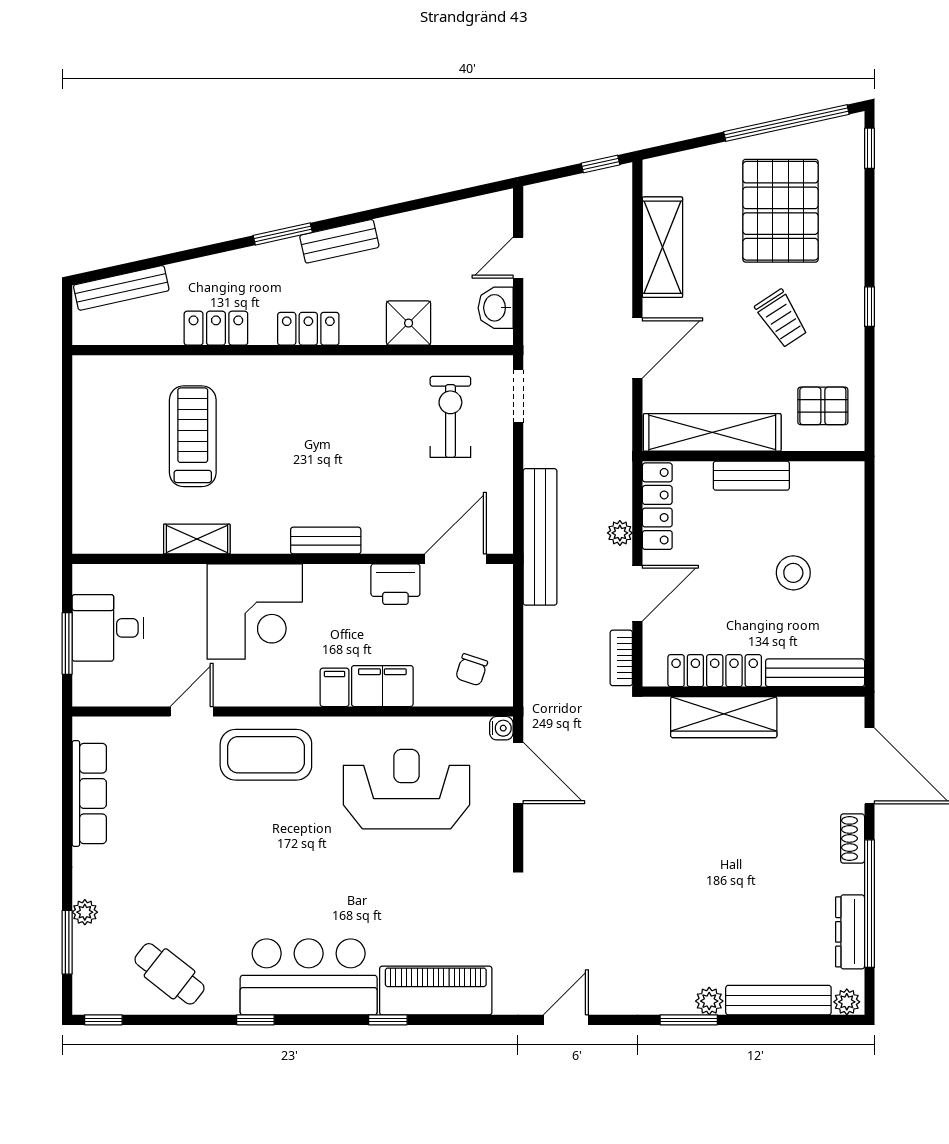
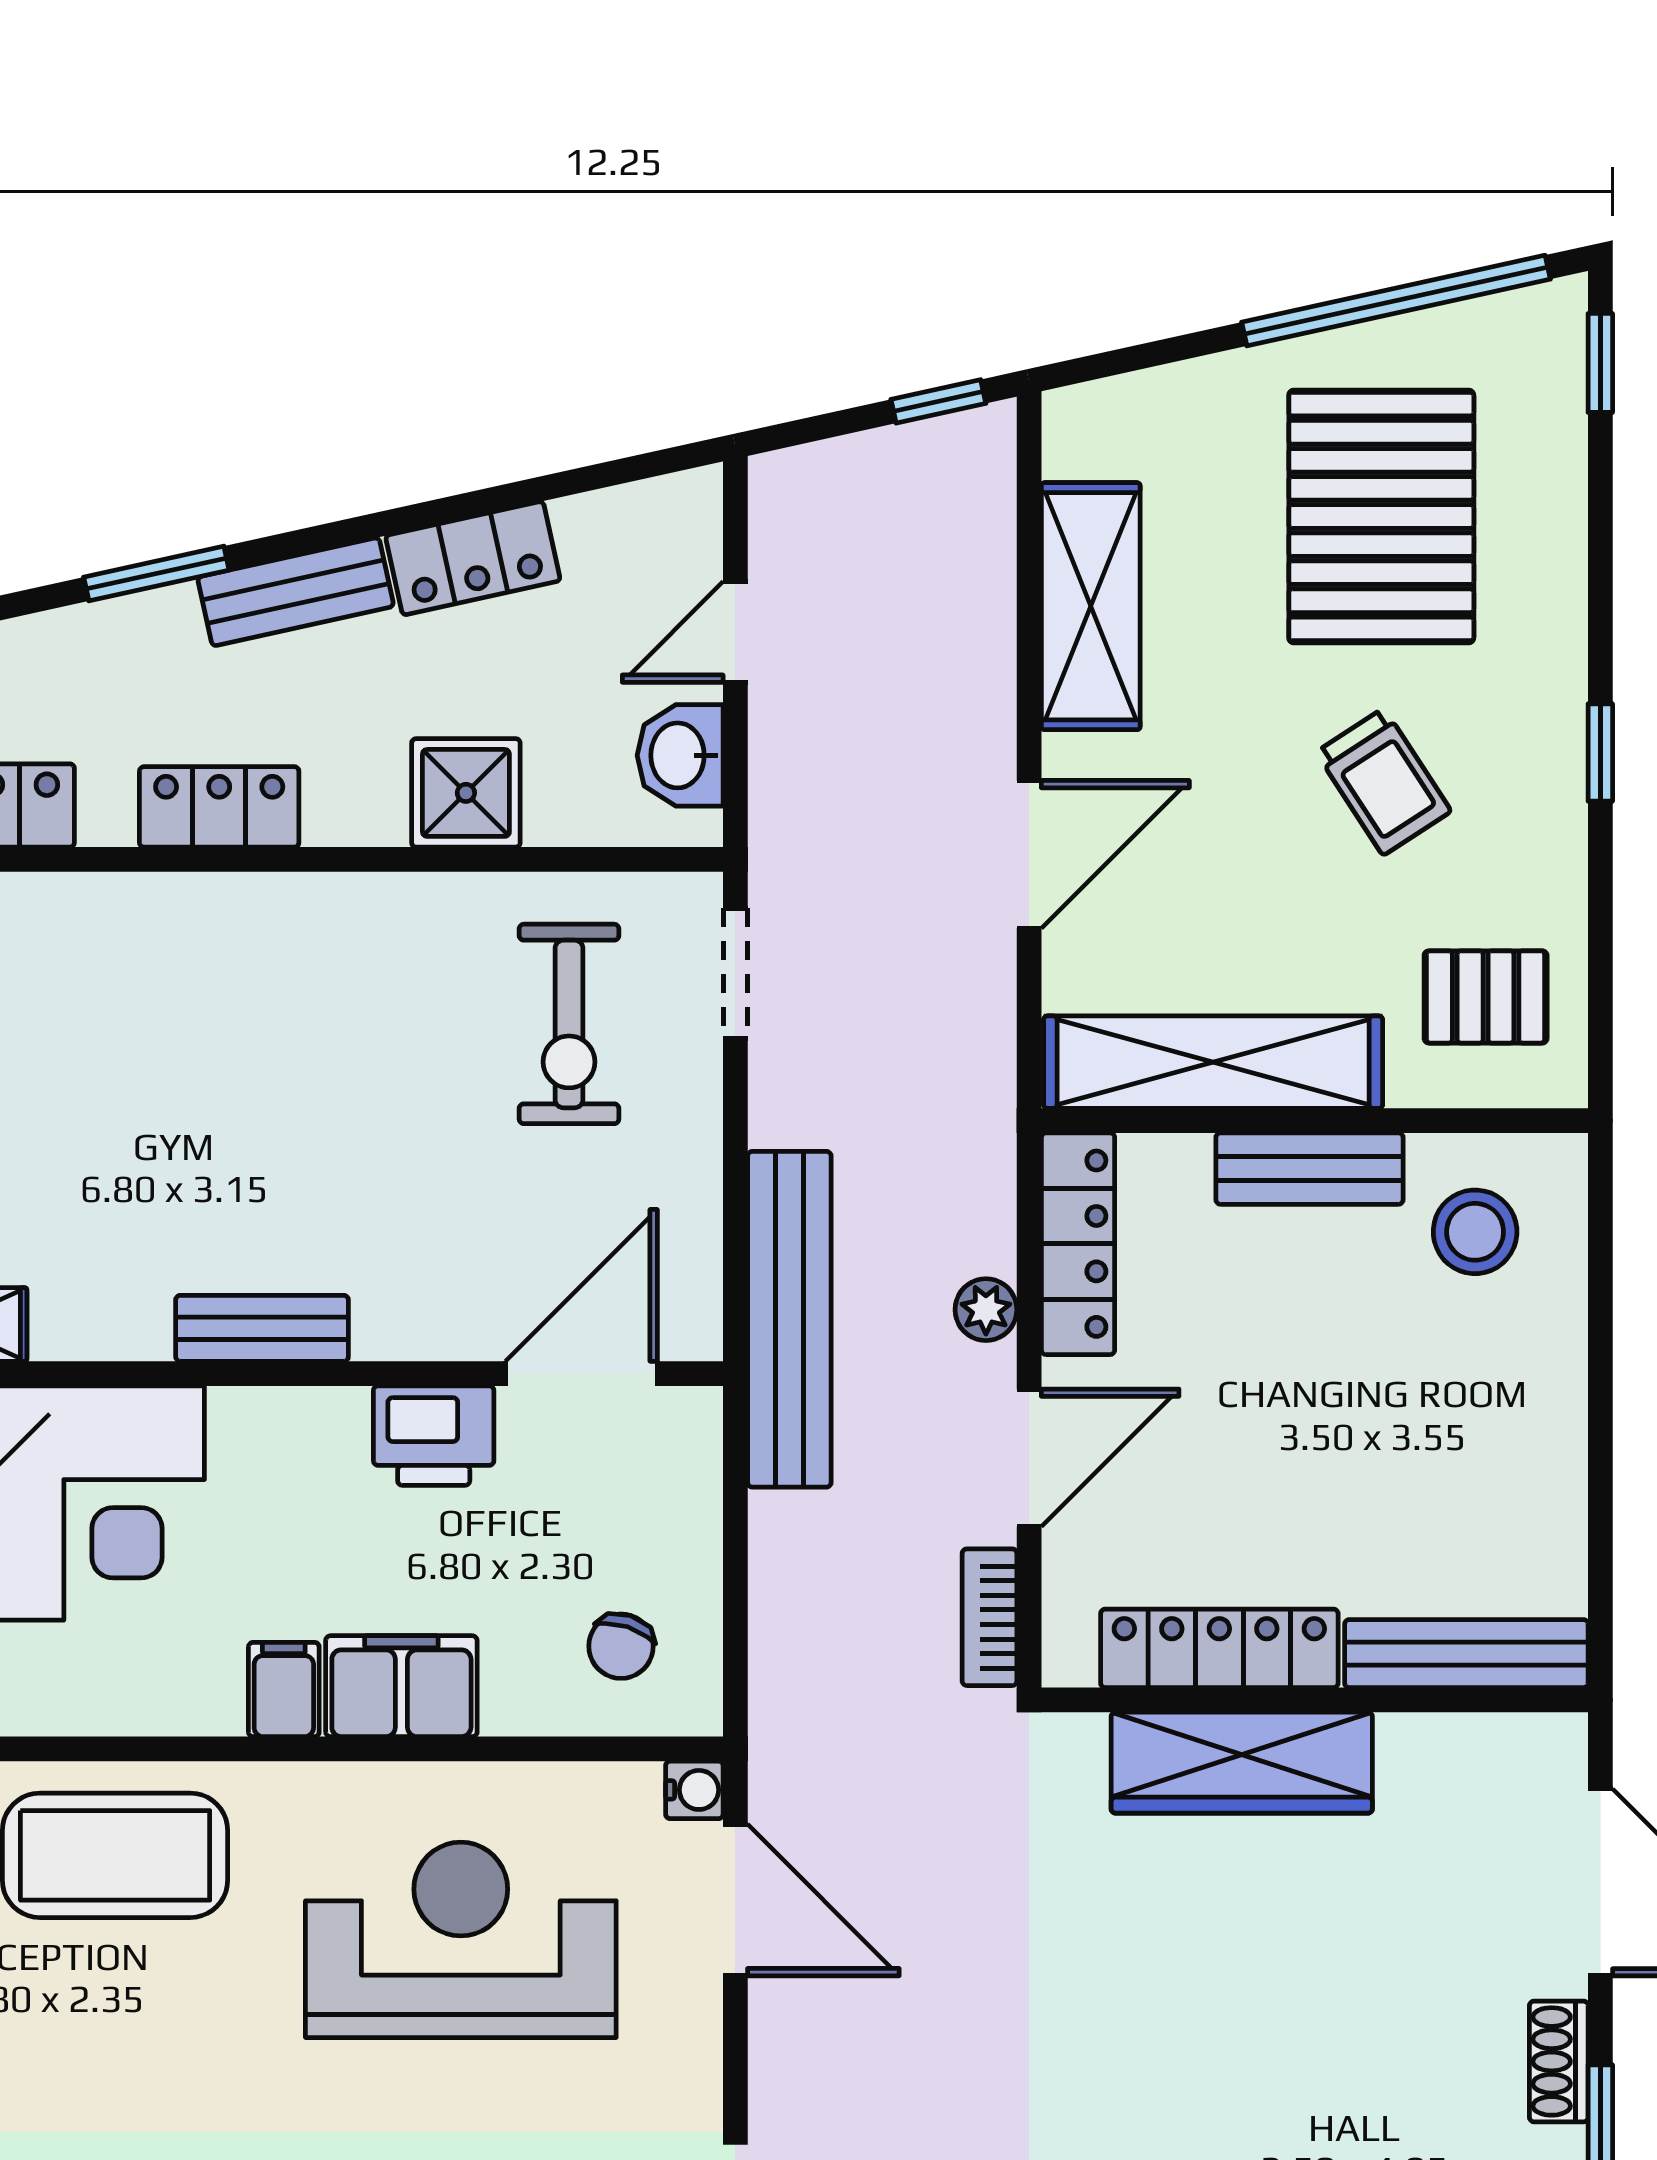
locker: (411, 228) -> (473, 558), added
exercise bike: (450, 417) -> (569, 1024), turned 180
stool: (793, 573) -> (1475, 1232), moved

